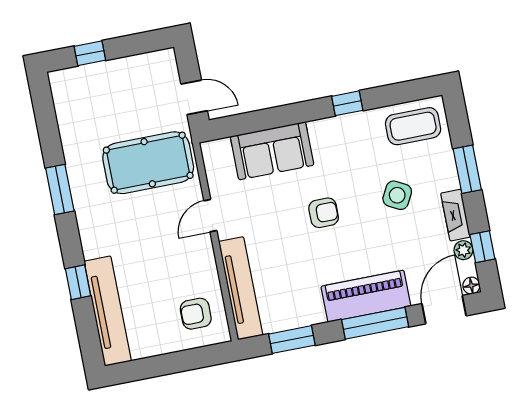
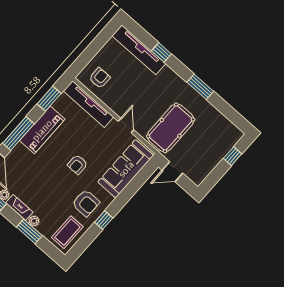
armchair: (354, 148) -> (86, 203), added
sofa: (272, 151) -> (126, 169), width x1.36
plant: (449, 179) -> (34, 221), added
side table: (397, 195) -> (51, 197), removed
piano: (366, 296) -> (42, 130), moved

